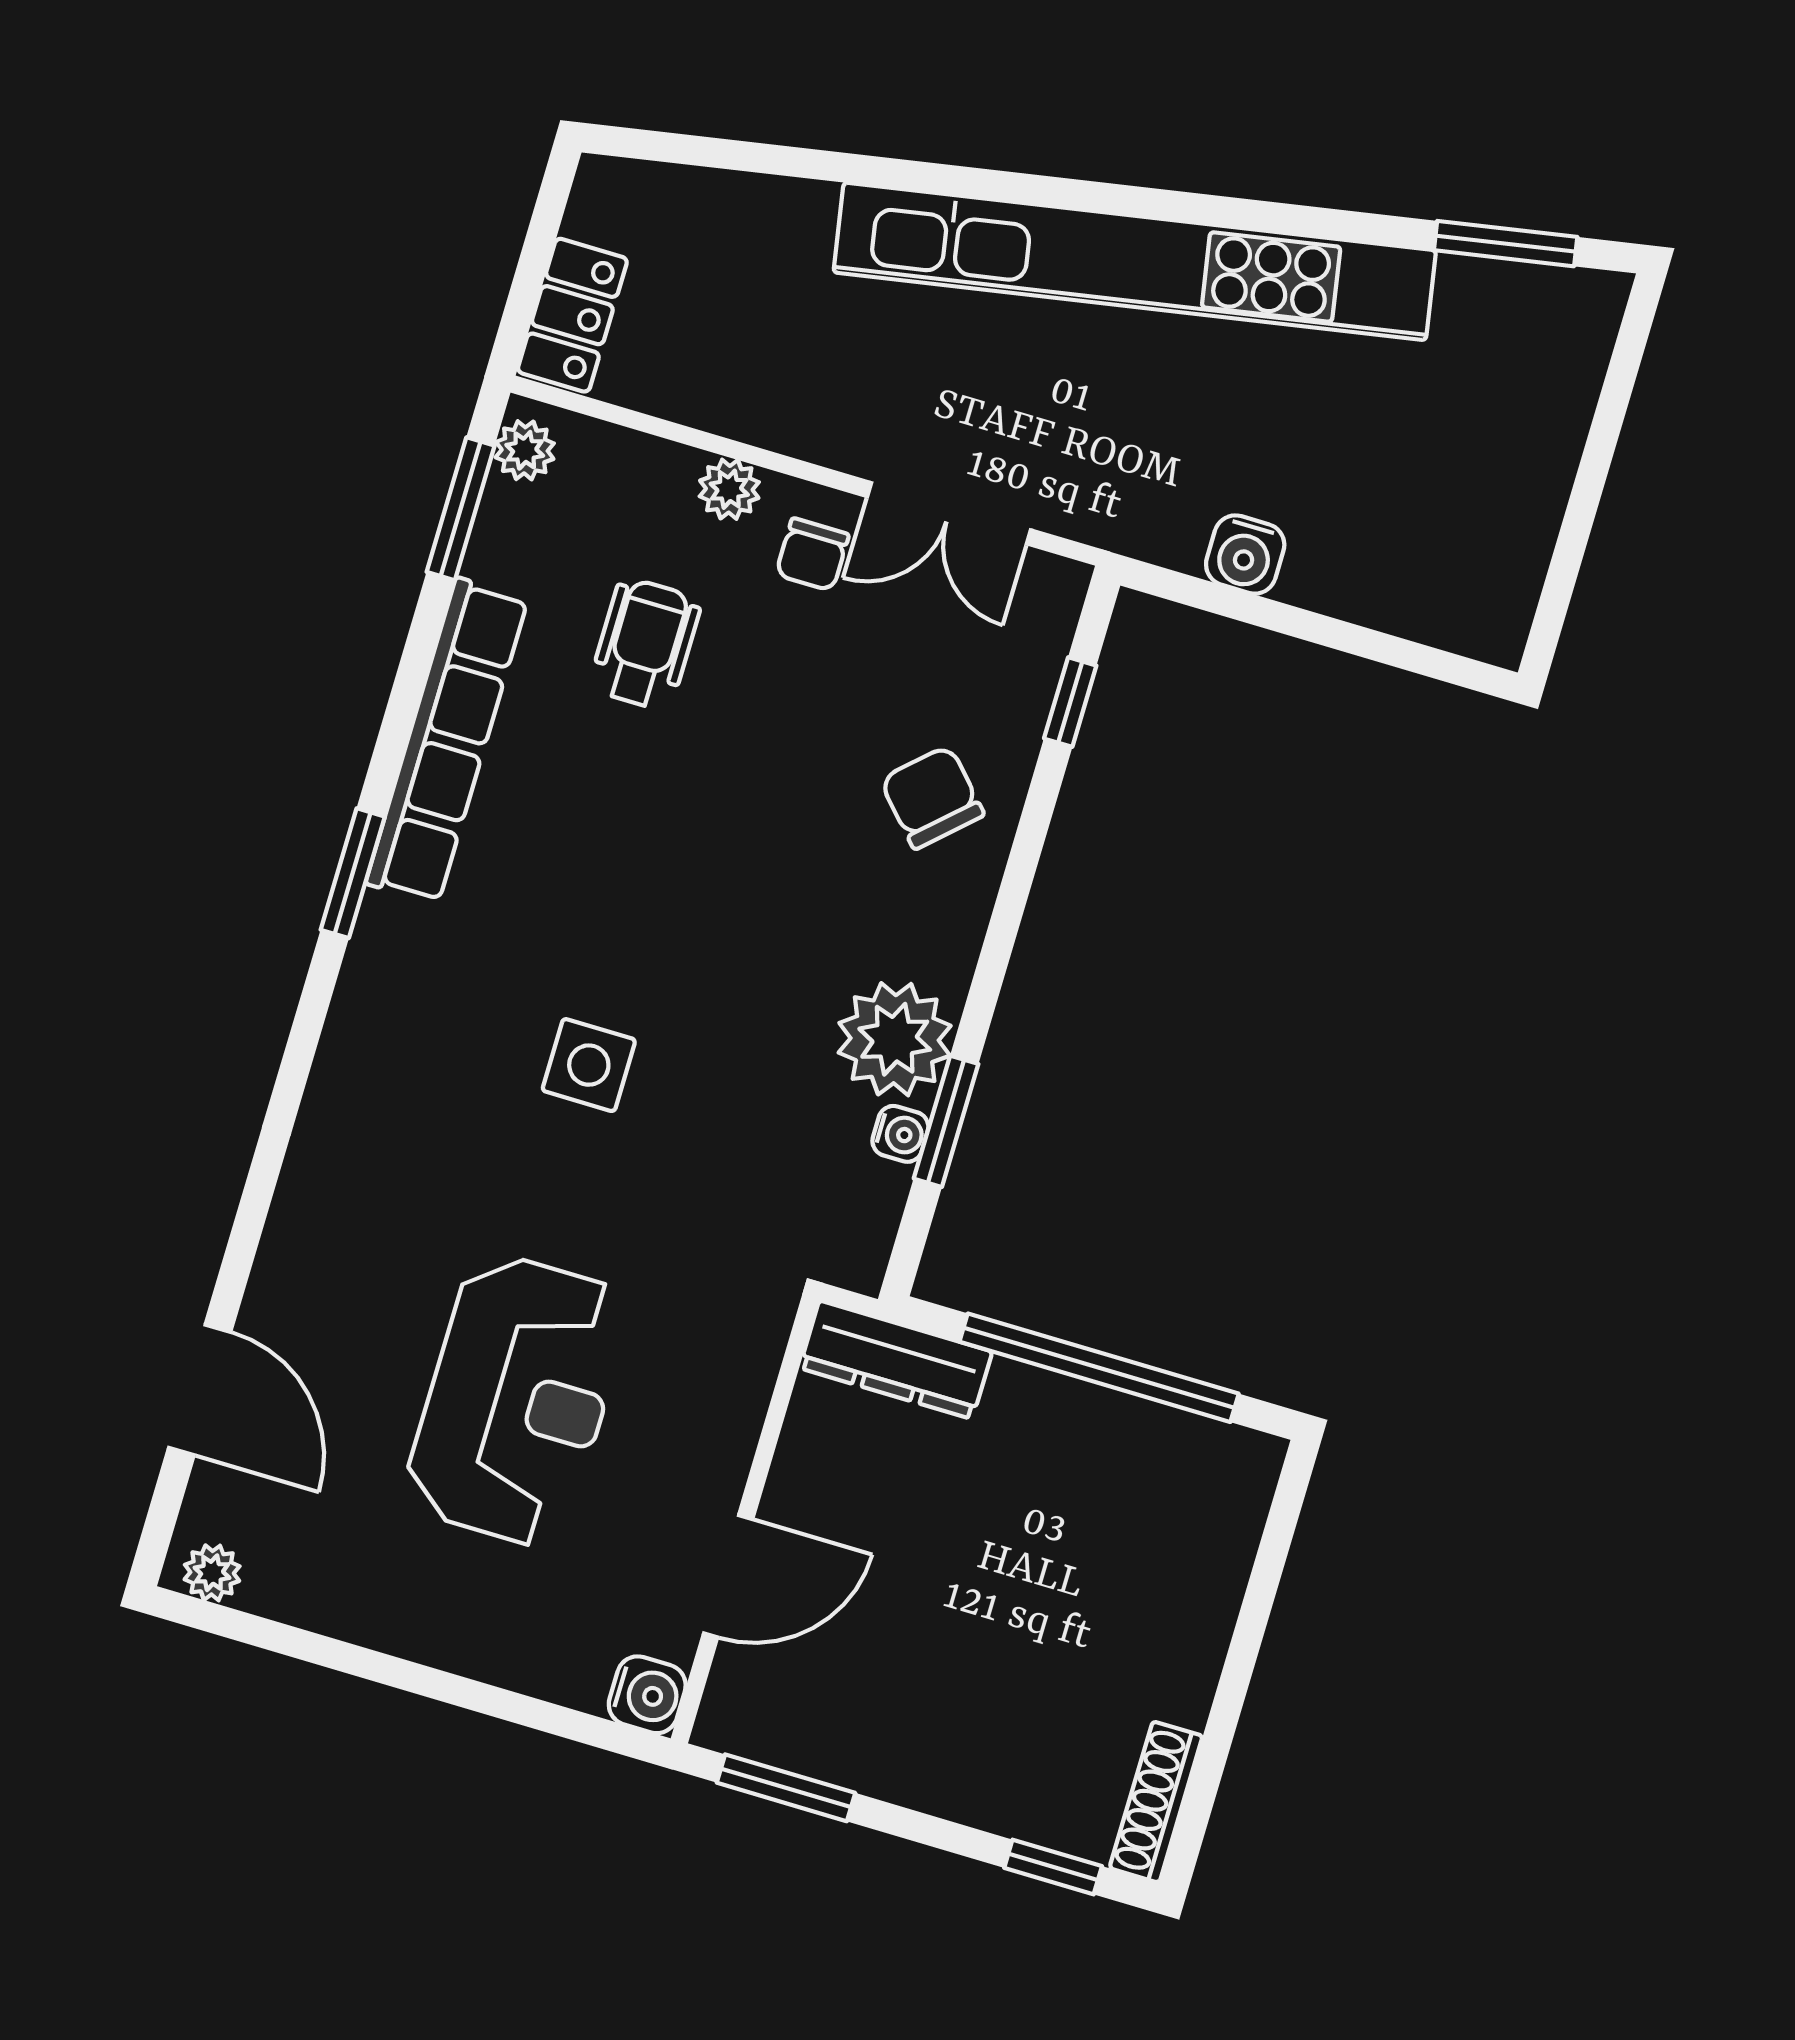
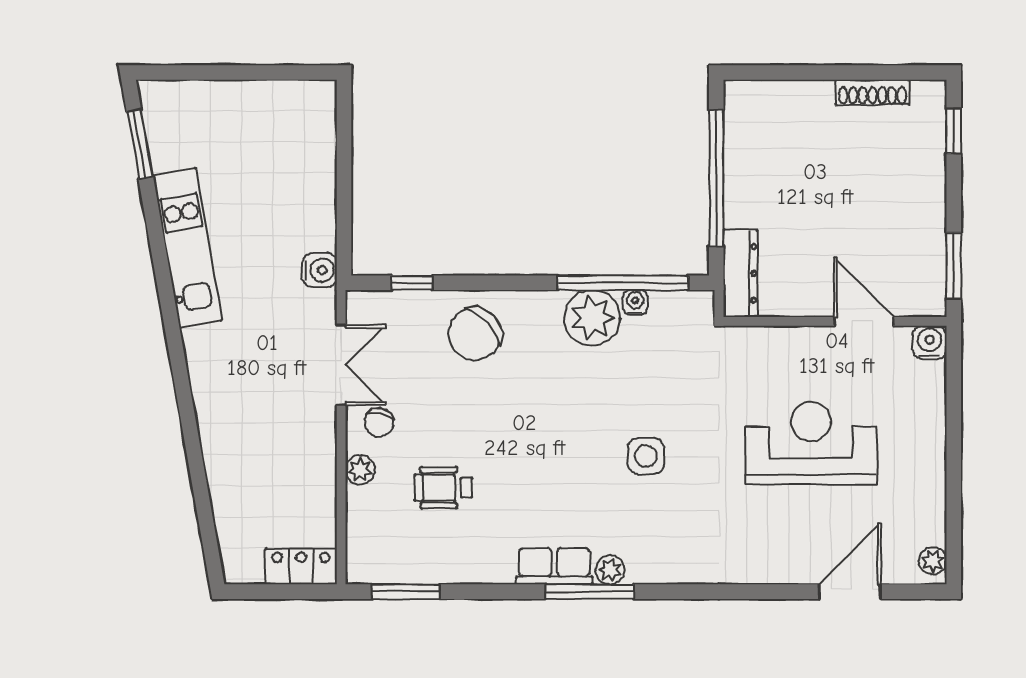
kitchen unit: (1135, 261) -> (187, 248), width x0.54
plant: (525, 450) -> (610, 570), moved
water cooler: (1245, 554) -> (320, 270), moved
chair: (812, 555) -> (379, 422), turned 102
row of seats: (447, 741) -> (554, 566), width x0.50
chair: (932, 797) -> (475, 334), width x1.37, depth x1.37
window: (353, 873) -> (590, 592), width x1.44
window: (946, 1121) -> (623, 283), width x2.11
shoe rack: (1156, 1802) -> (872, 92), moved

